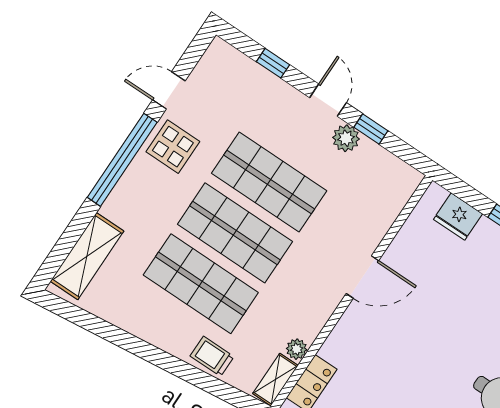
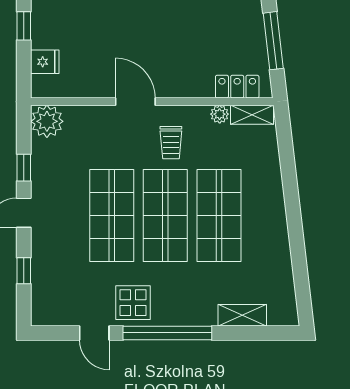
plant: (346, 138) -> (47, 121), moved, width x1.36, depth x1.36
fridge: (458, 217) -> (45, 62), width x0.72
shelving: (87, 256) -> (242, 315), width x0.67, depth x0.75
trolley: (212, 356) -> (171, 143), moved

